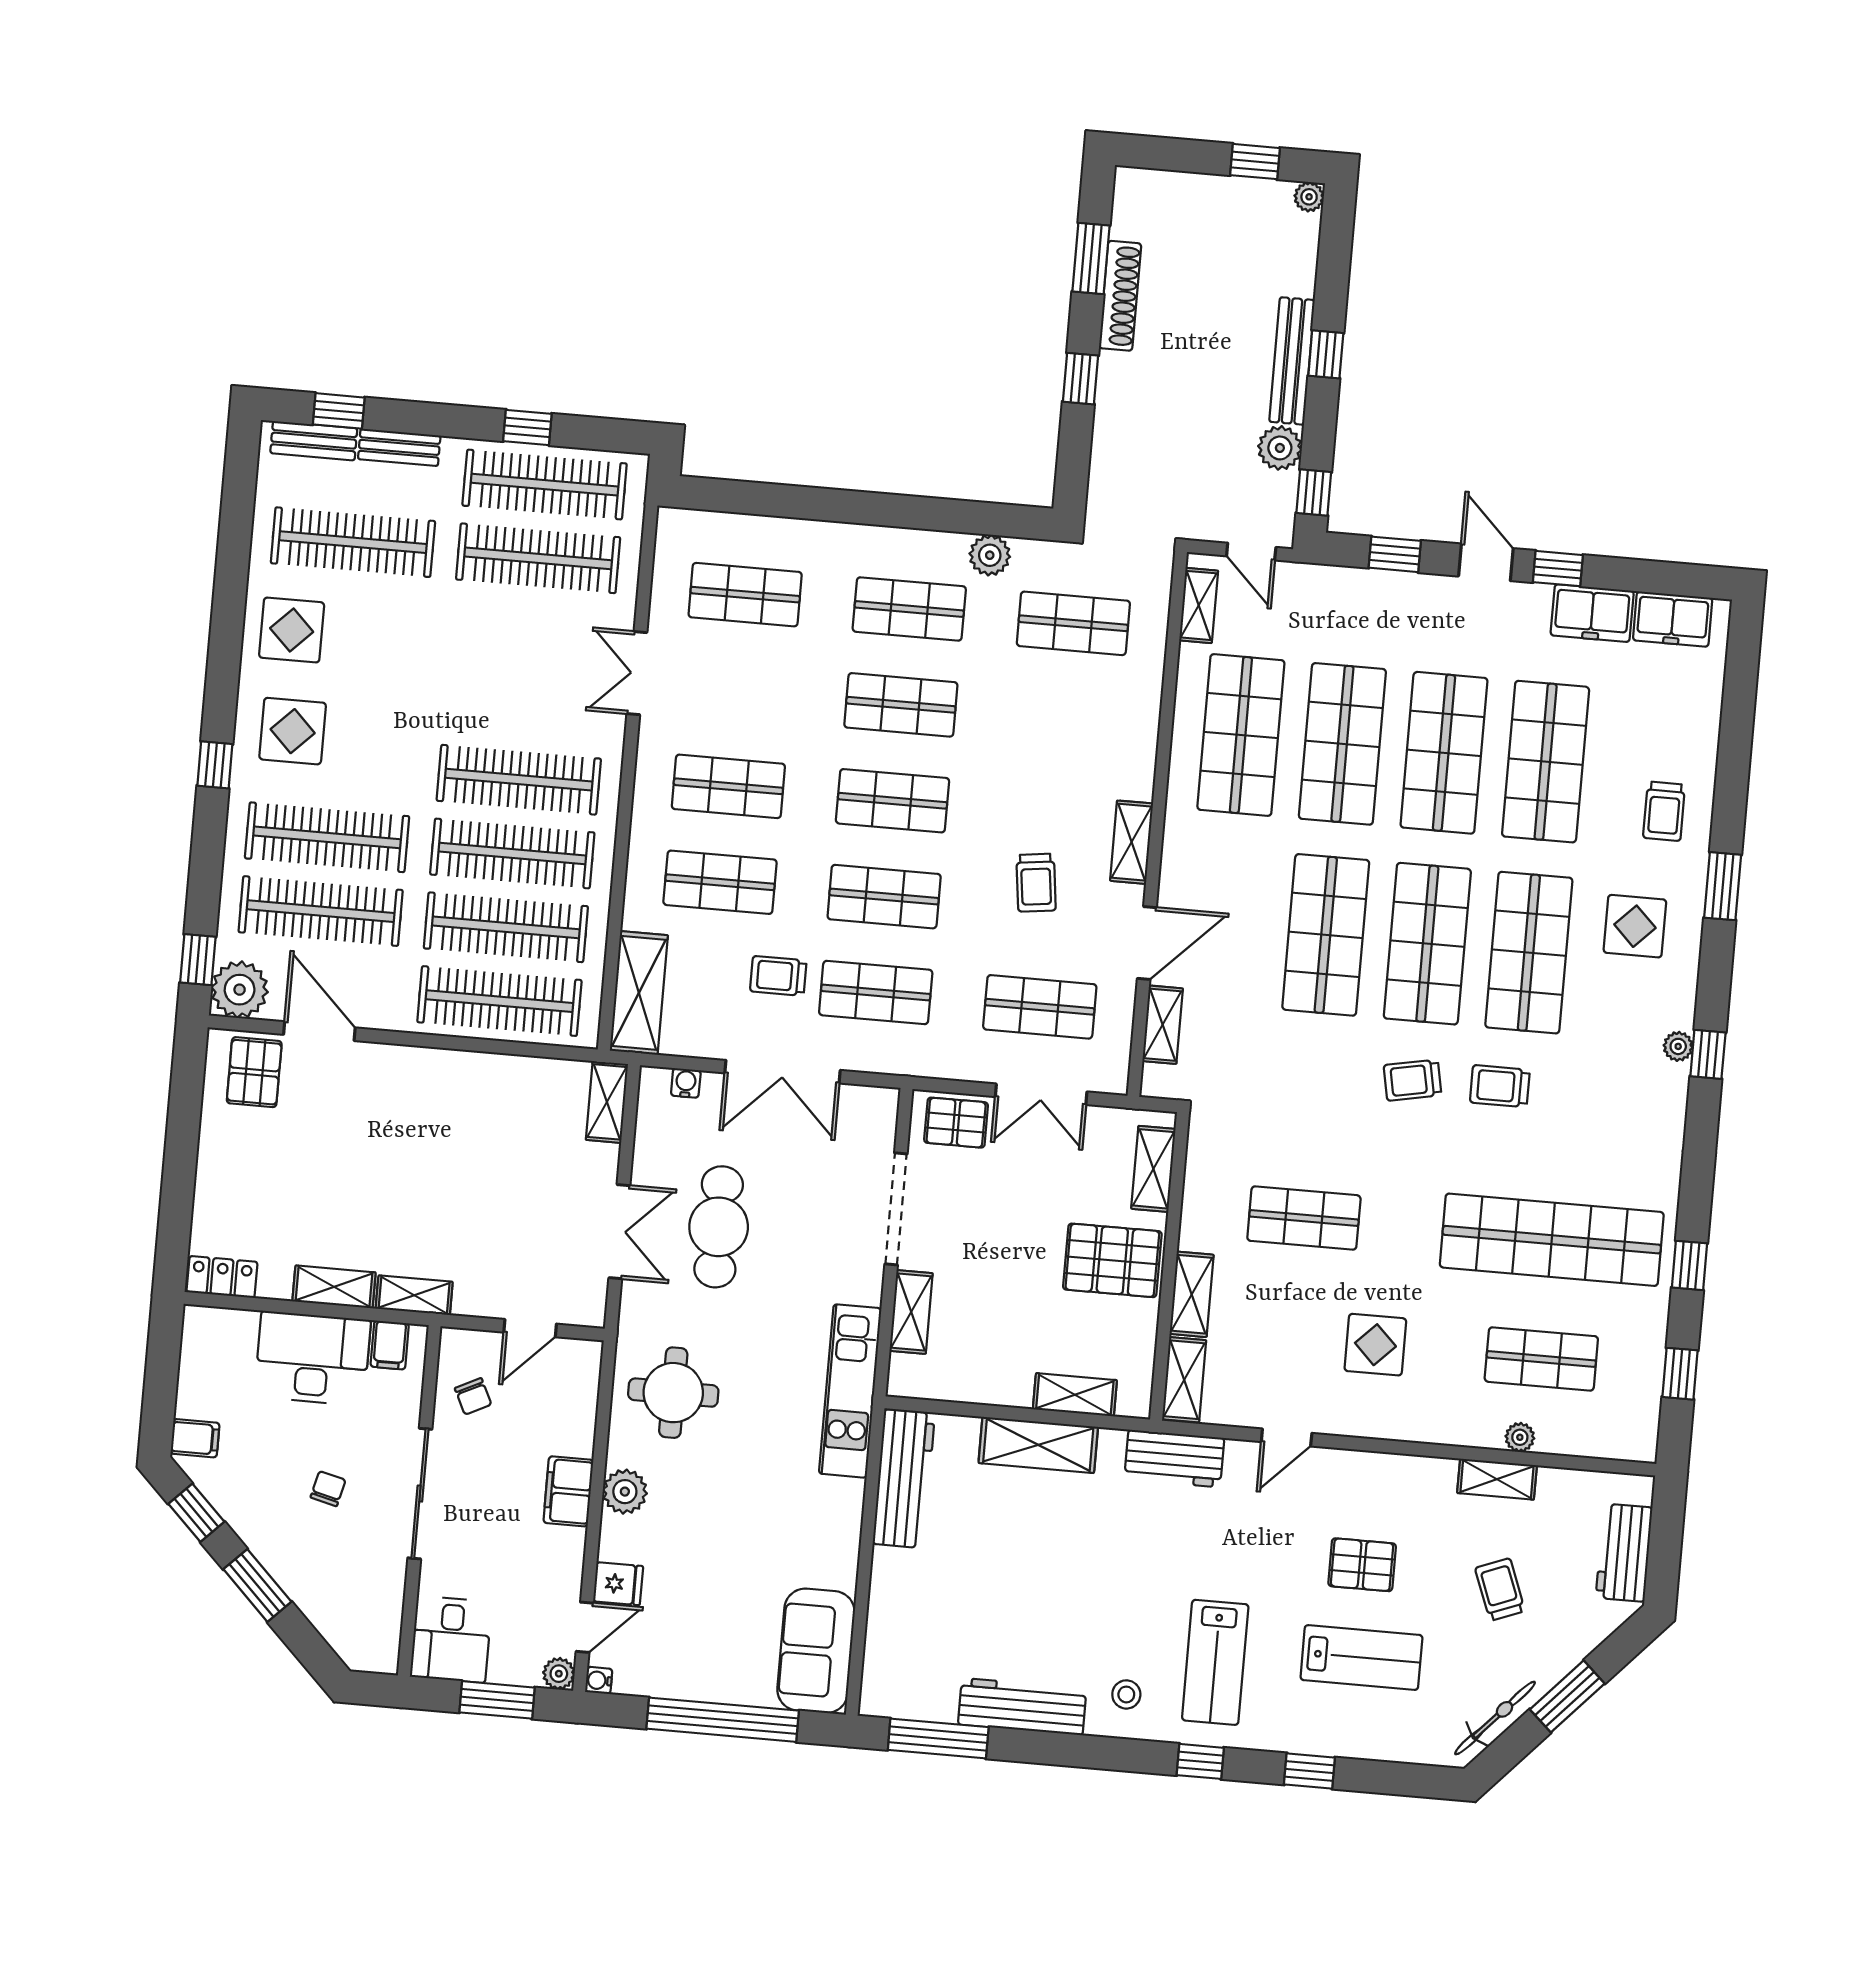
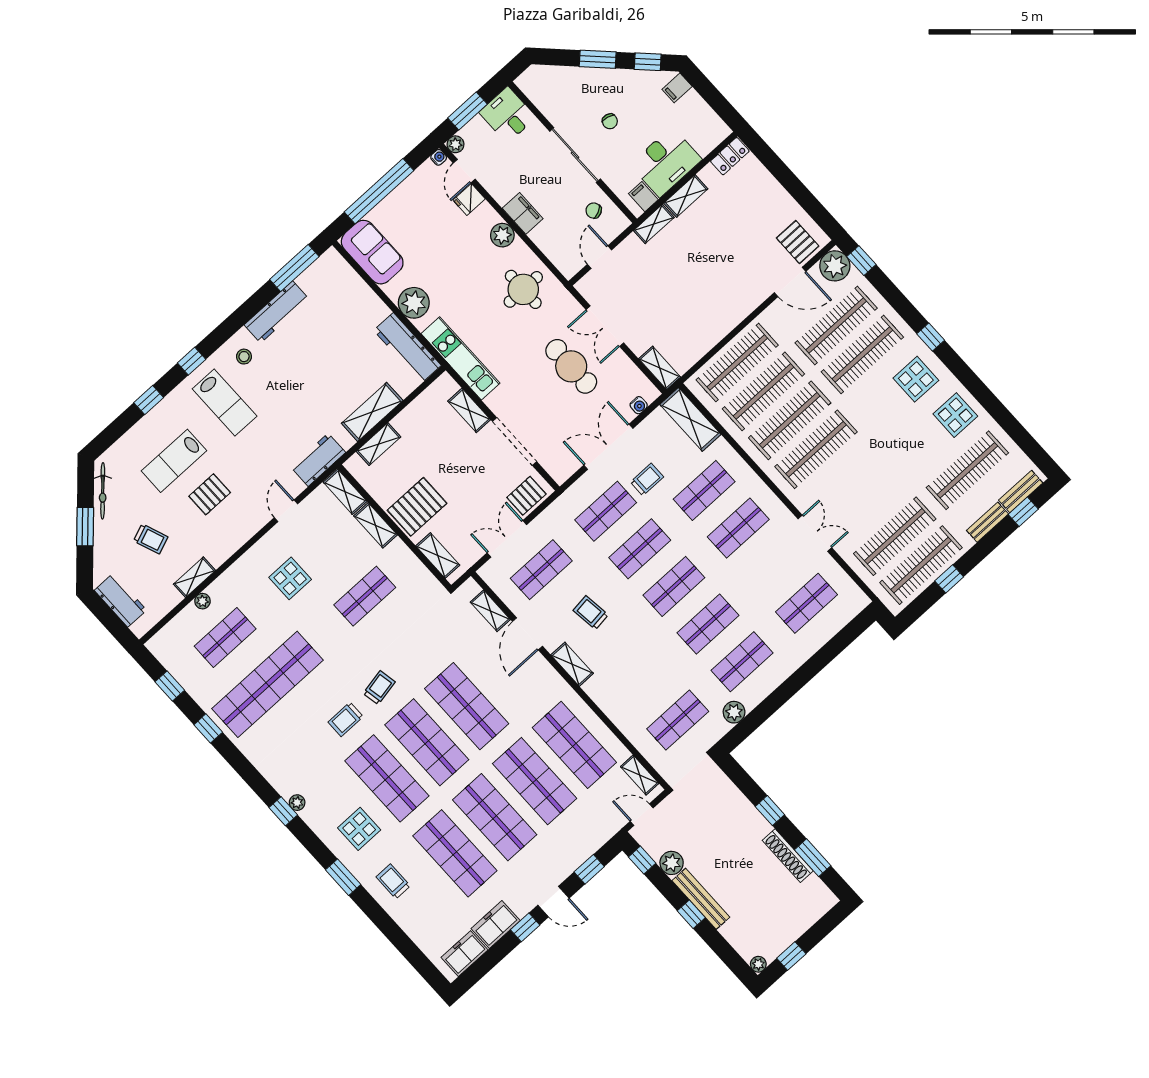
trolley: (1500, 1086) -> (346, 719), turned 180
plant: (833, 1528) -> (414, 303), added
lab bench: (1215, 1662) -> (225, 403), turned 180

